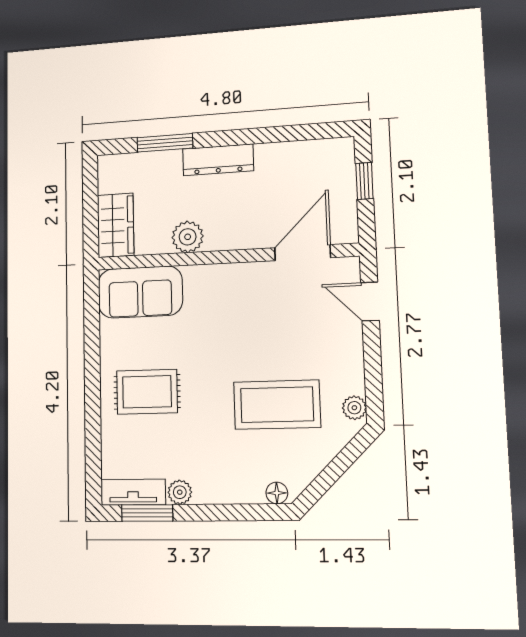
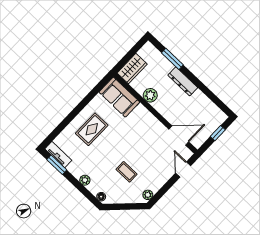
rug: (147, 392) -> (92, 129), turned 90
coffee table: (277, 405) -> (127, 172), width x0.54, depth x0.58
plant: (180, 492) -> (85, 180), moved

